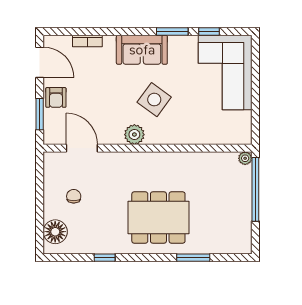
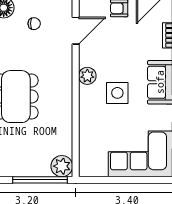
side table: (154, 100) -> (117, 93), turned -36
plant: (245, 158) -> (62, 166), width x1.87, depth x1.87

